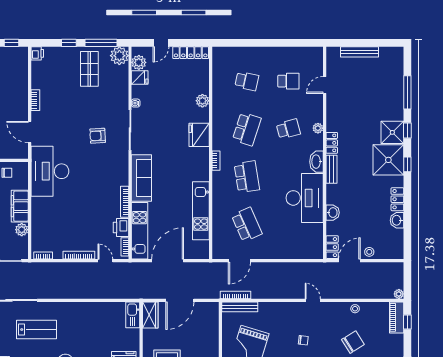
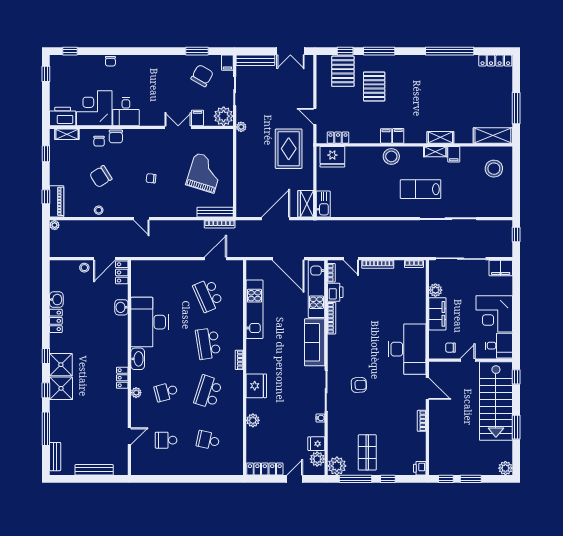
shower: (388, 160) -> (61, 365), width x0.73, depth x0.73
bench: (331, 169) -> (55, 457), moved
door: (168, 261) -> (288, 259), hinge flipped

